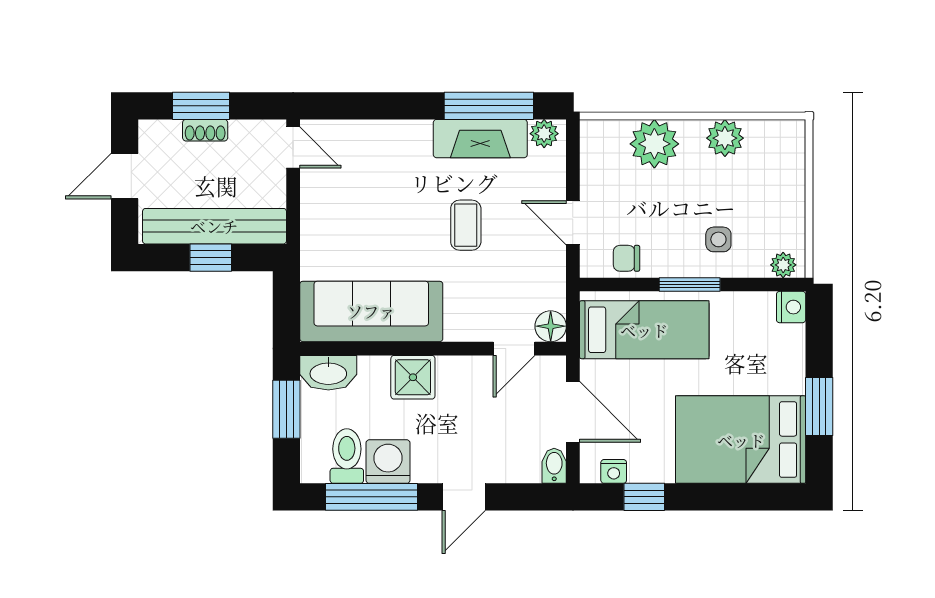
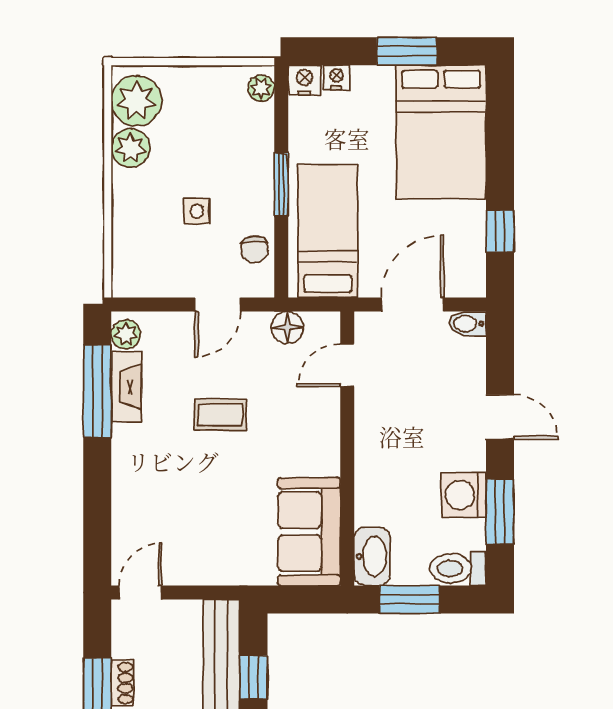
fireplace: (480, 139) -> (126, 387), width x0.73, depth x0.76
plant: (654, 144) -> (136, 101), moved
side table: (718, 239) -> (197, 211), moved
sofa: (371, 311) -> (309, 532), width x0.73
floor lamp: (551, 326) -> (287, 327), moved
door: (514, 349) -> (347, 365), swing flipped
shower: (413, 377) -> (377, 469), removed
toilet: (347, 456) -> (458, 568), moved
nightstand: (614, 471) -> (337, 77), moved, turned -90
window: (372, 497) -> (500, 512), width x0.69

